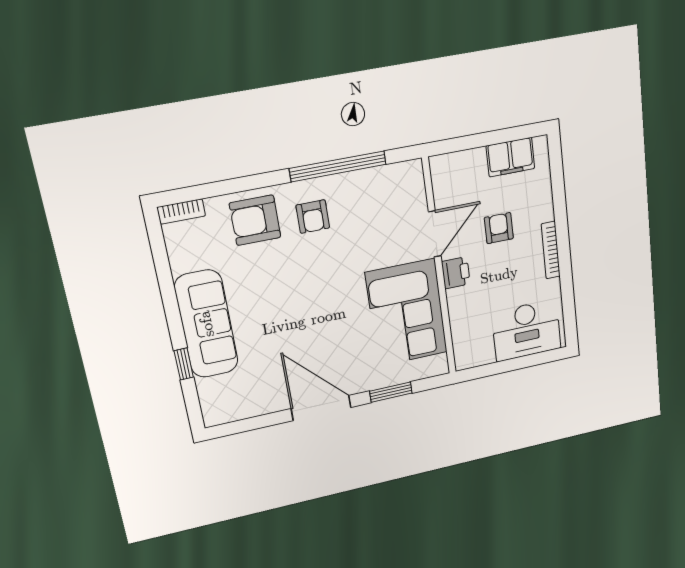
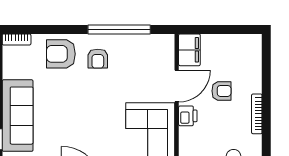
filing cabinet: (510, 157) -> (189, 50), moved, turned -90
armchair: (499, 228) -> (221, 91), turned 90

